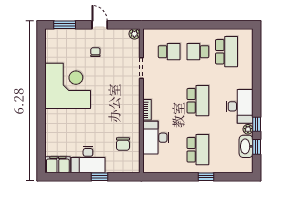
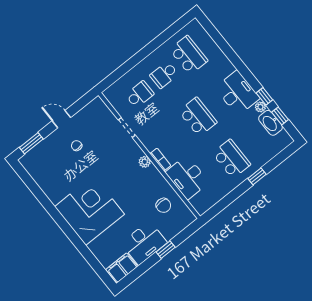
plant: (134, 34) -> (145, 162), moved
corner desk: (68, 86) -> (90, 210), moved

